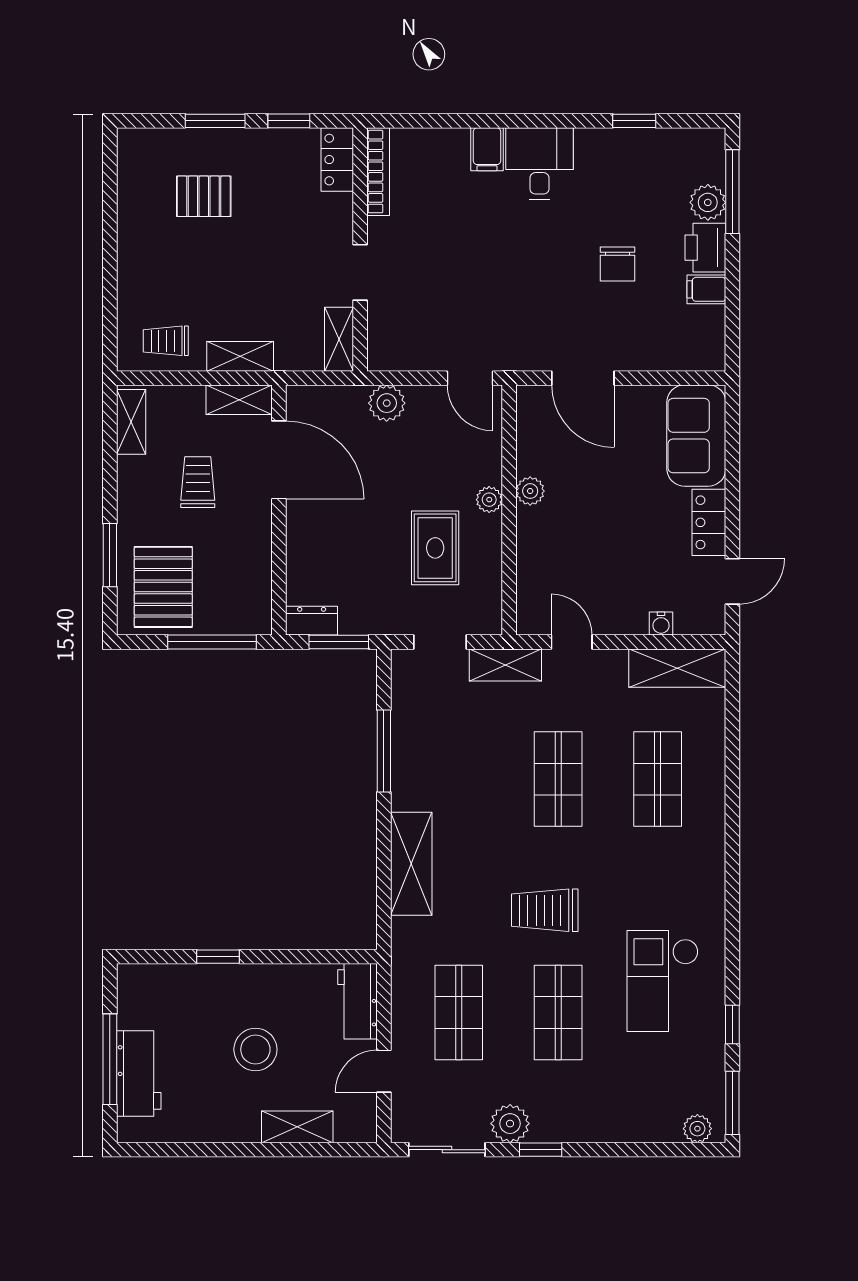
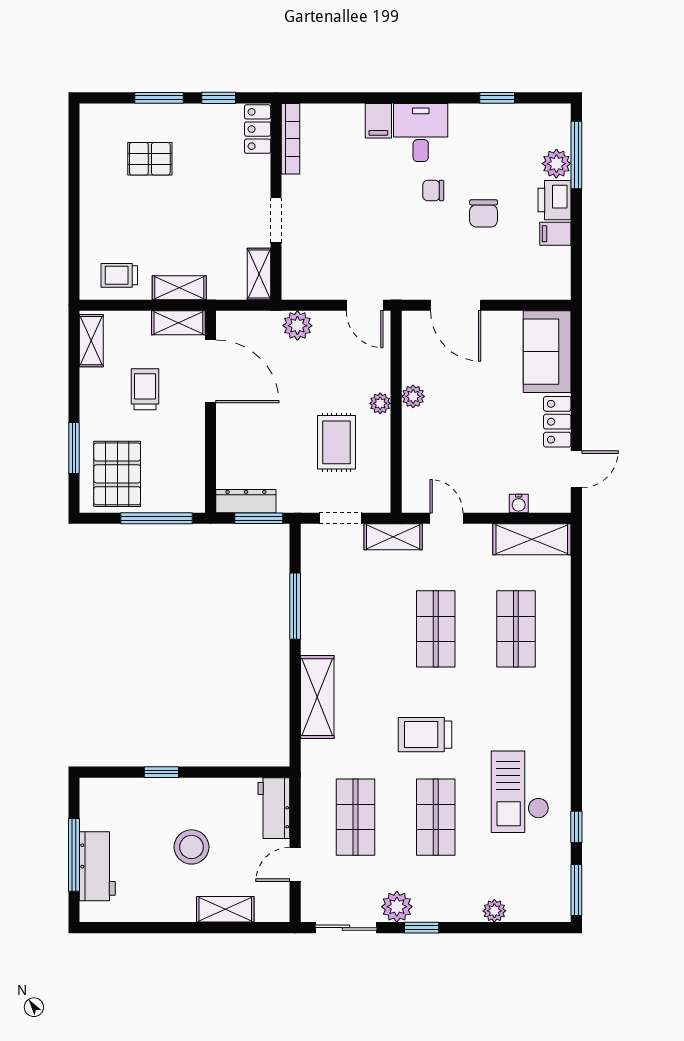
chair: (555, 236) -> (433, 190), added
dresser: (312, 621) -> (246, 501), width x1.44
plant: (697, 1129) -> (494, 911), moved

